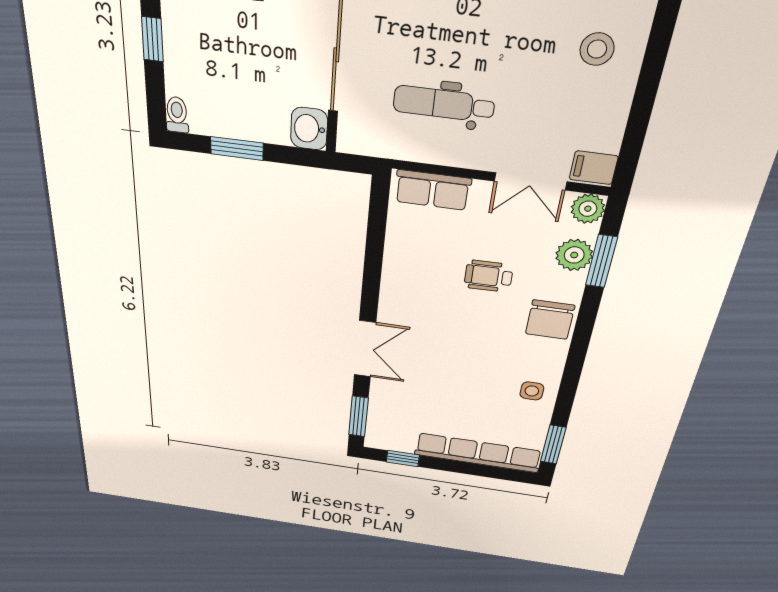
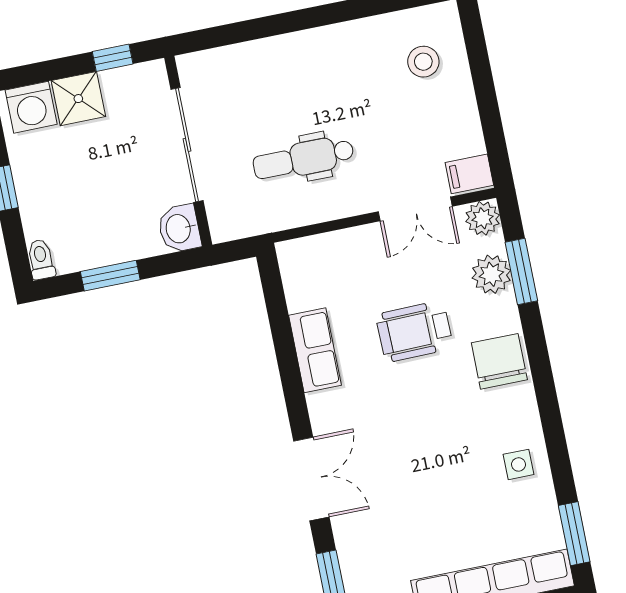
row of seats: (433, 190) -> (315, 350), moved, turned -90
wheelchair: (489, 276) -> (414, 331), width x1.36, depth x1.37
chair: (550, 320) -> (499, 361), turned 180

